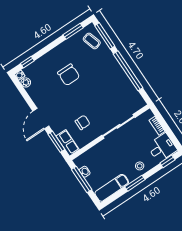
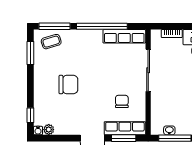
row of seats: (132, 92) -> (124, 36), added
row of seats: (68, 143) -> (125, 128), width x1.48

